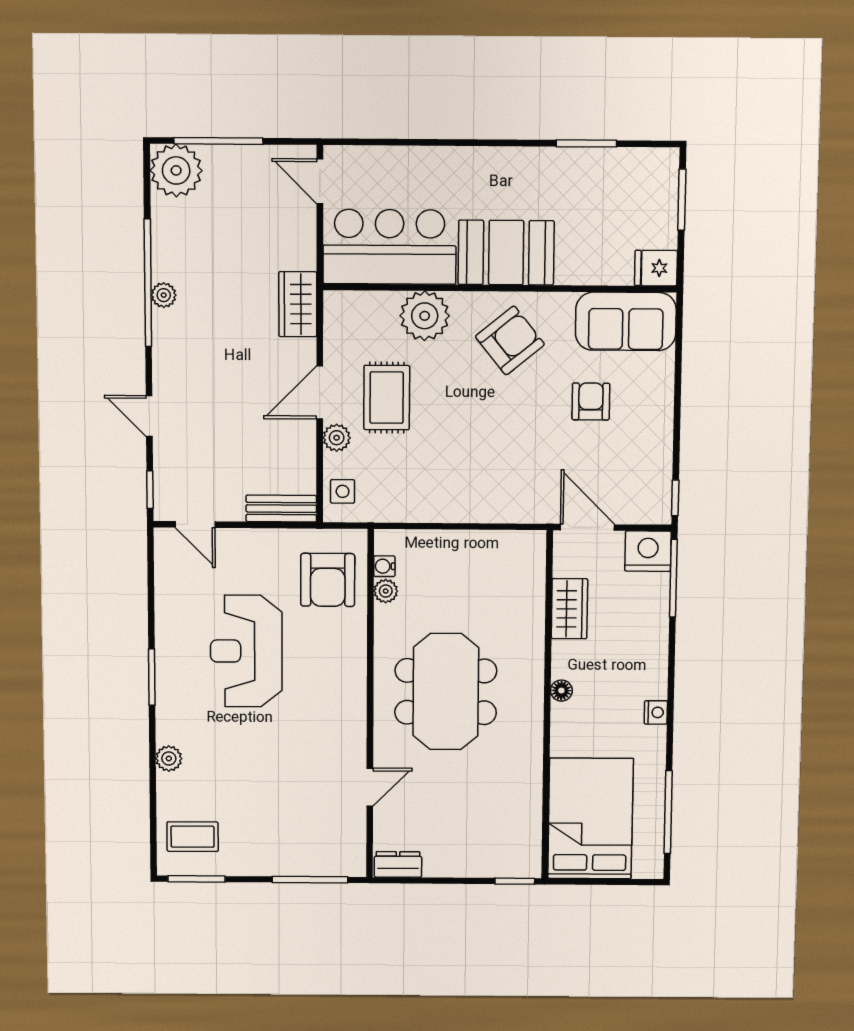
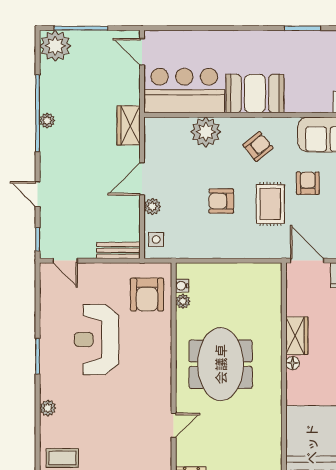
armchair: (510, 340) -> (258, 146), width x0.72, depth x0.72
rug: (387, 398) -> (270, 204), moved
armchair: (449, 430) -> (221, 201), added
wardrobe: (569, 609) -> (297, 336), moved

